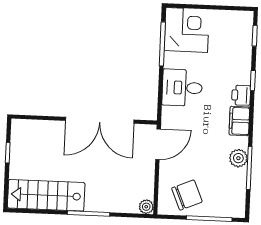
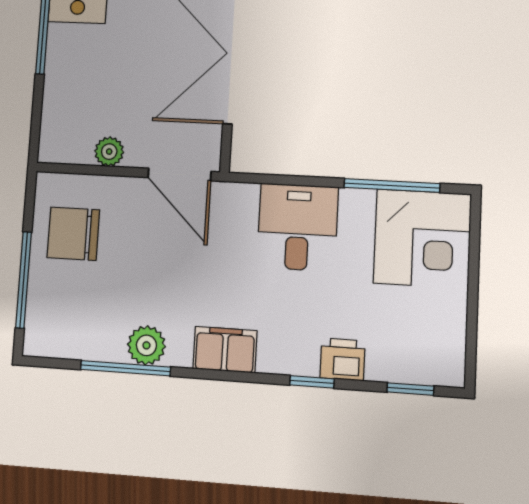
printer: (241, 95) -> (343, 359), moved
chair: (187, 195) -> (73, 234), turned 113
plant: (146, 207) -> (109, 152), moved

